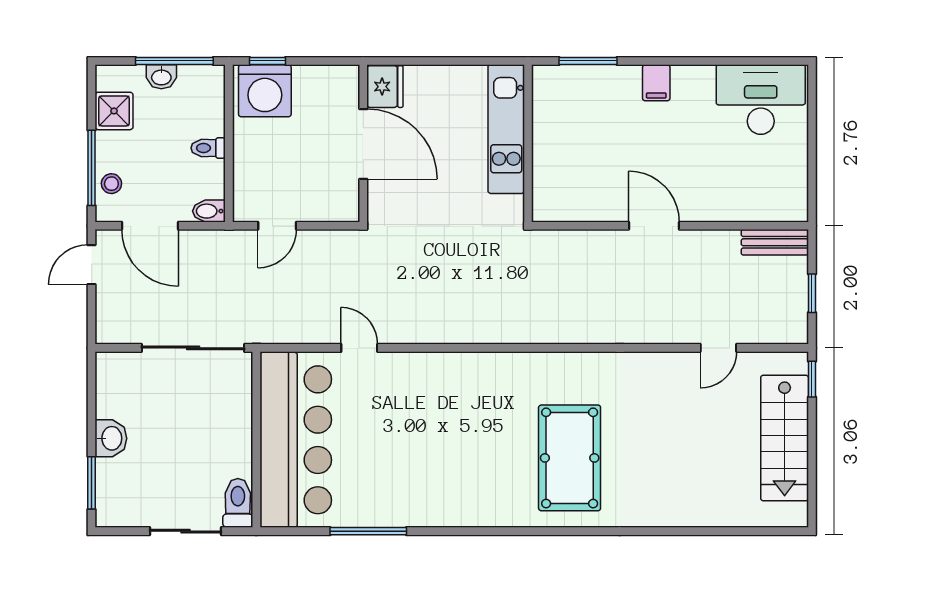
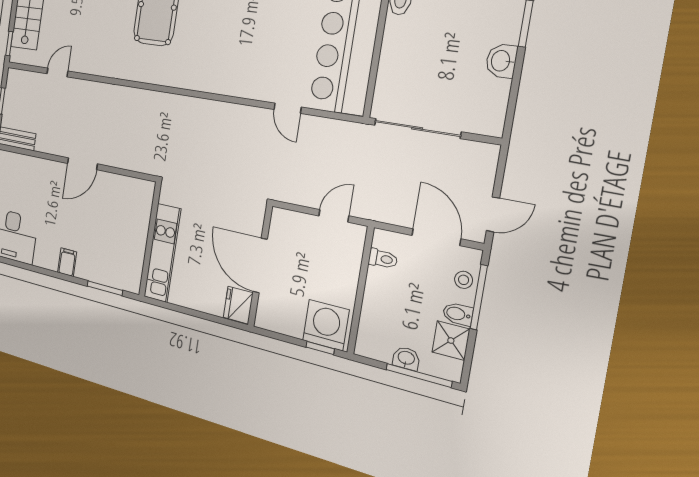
window: (174, 61) -> (419, 375), moved
toilet: (208, 148) -> (383, 259), moved
bidet: (209, 211) -> (458, 314), moved, turned 180
door: (654, 226) -> (82, 164), hinge flipped

